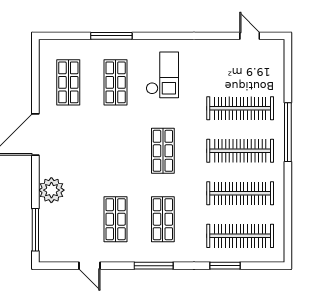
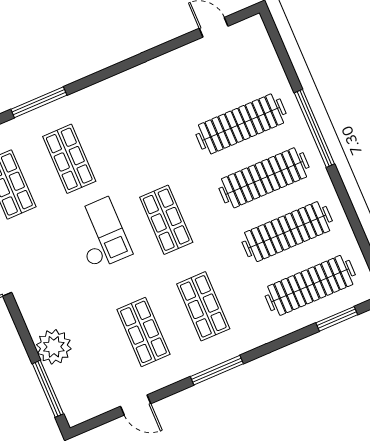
checkout: (162, 75) -> (100, 234), moved
plant: (51, 190) -> (54, 347), moved
window: (225, 266) -> (337, 319), moved

